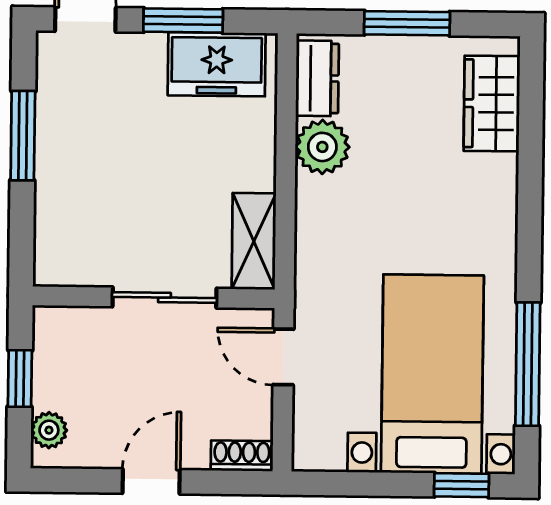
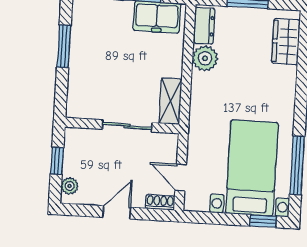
door: (283, 357) -> (181, 178), moved

